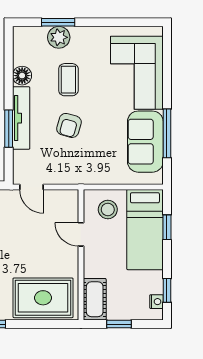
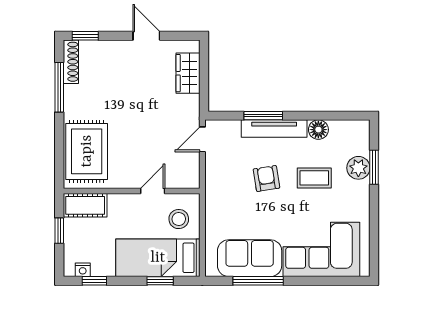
armchair: (69, 125) -> (266, 179), turned 65

